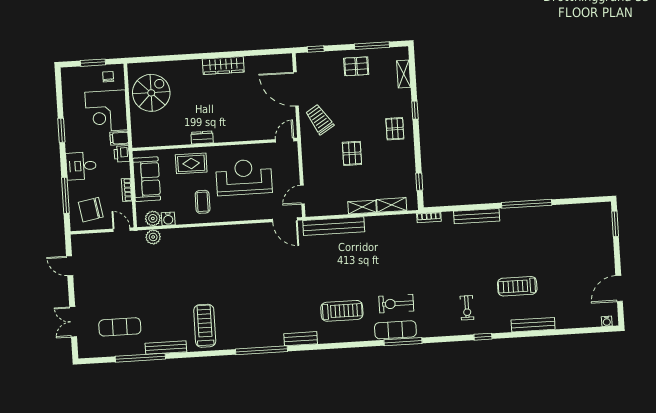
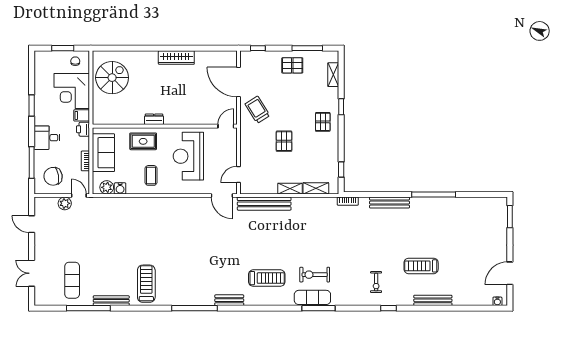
reception desk: (244, 177) -> (188, 156), turned -90
plant: (153, 237) -> (65, 203), moved
exercise mat: (120, 327) -> (72, 280), turned 90

